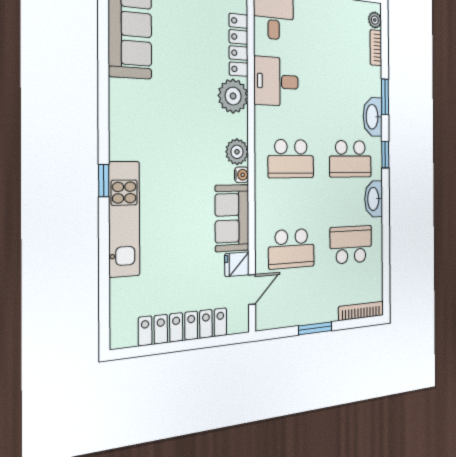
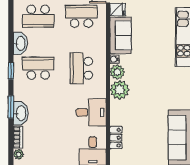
locker: (239, 45) -> (116, 138), width x0.66
plant: (233, 96) -> (120, 90), moved
washbasin: (373, 117) -> (21, 113), moved
school desk: (291, 159) -> (81, 68), turned -90

